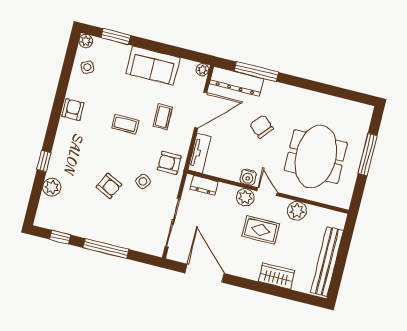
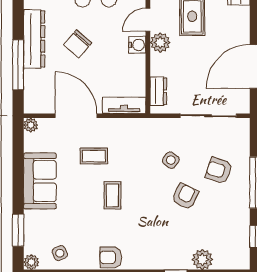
dresser: (237, 81) -> (34, 39), moved
armchair: (169, 163) -> (219, 171), moved, turned 109

